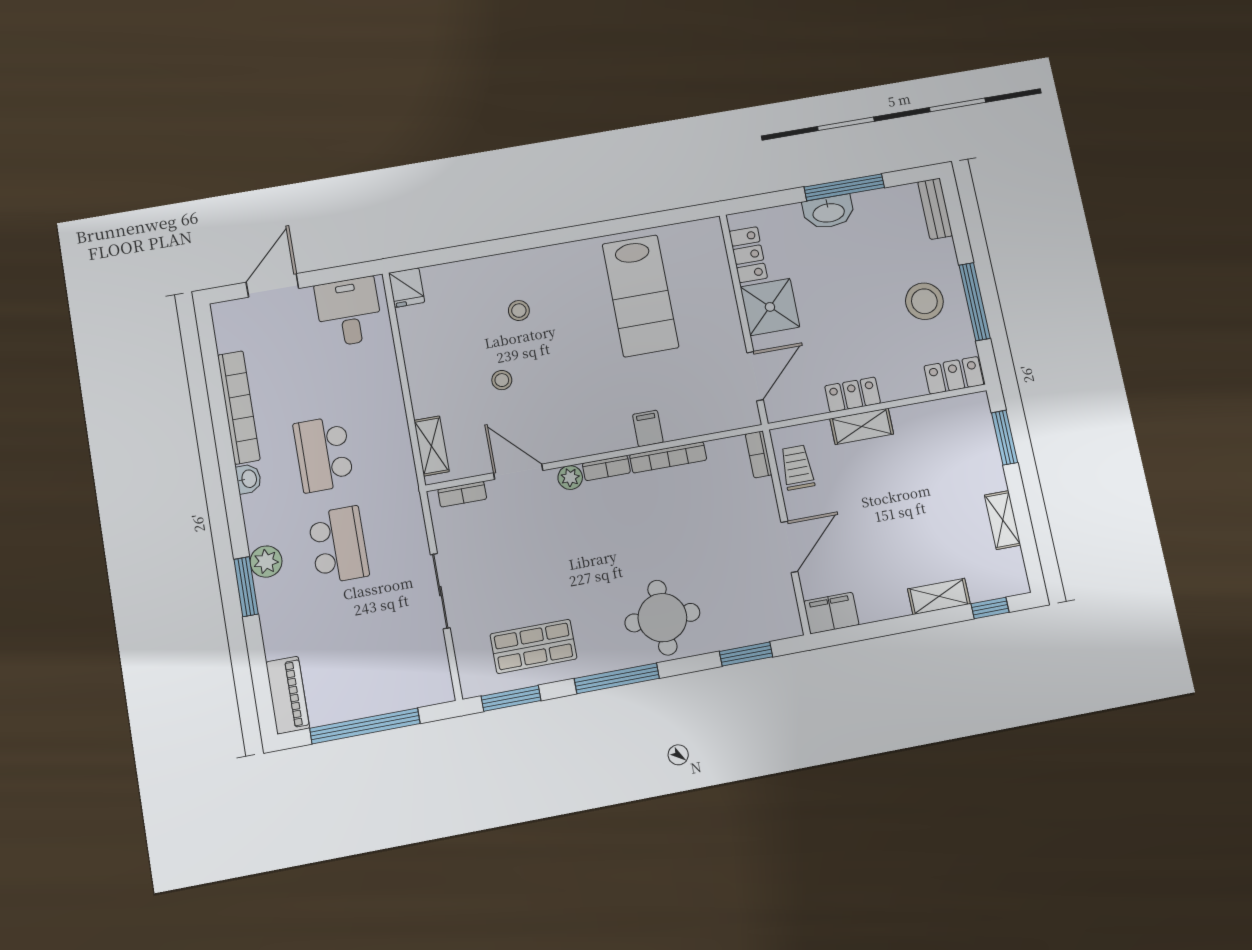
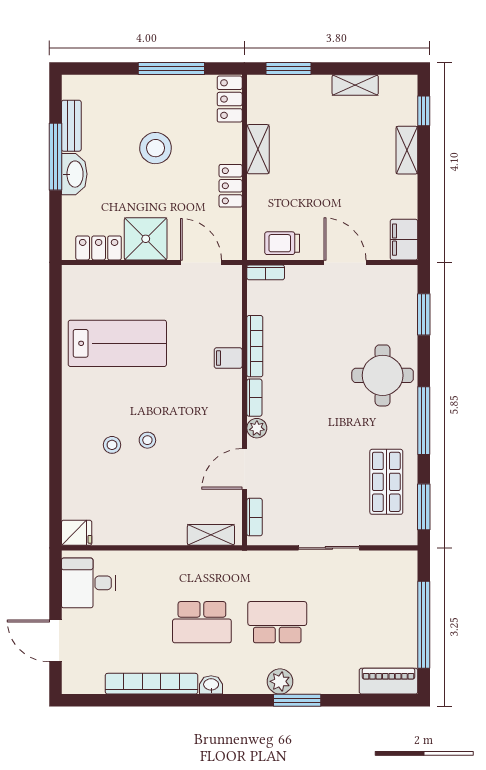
bench: (935, 209) -> (71, 126), moved, turned 90
stool: (924, 301) -> (156, 148), moved
stool: (502, 380) -> (147, 440), moved
shelving: (862, 426) -> (258, 149), moved

